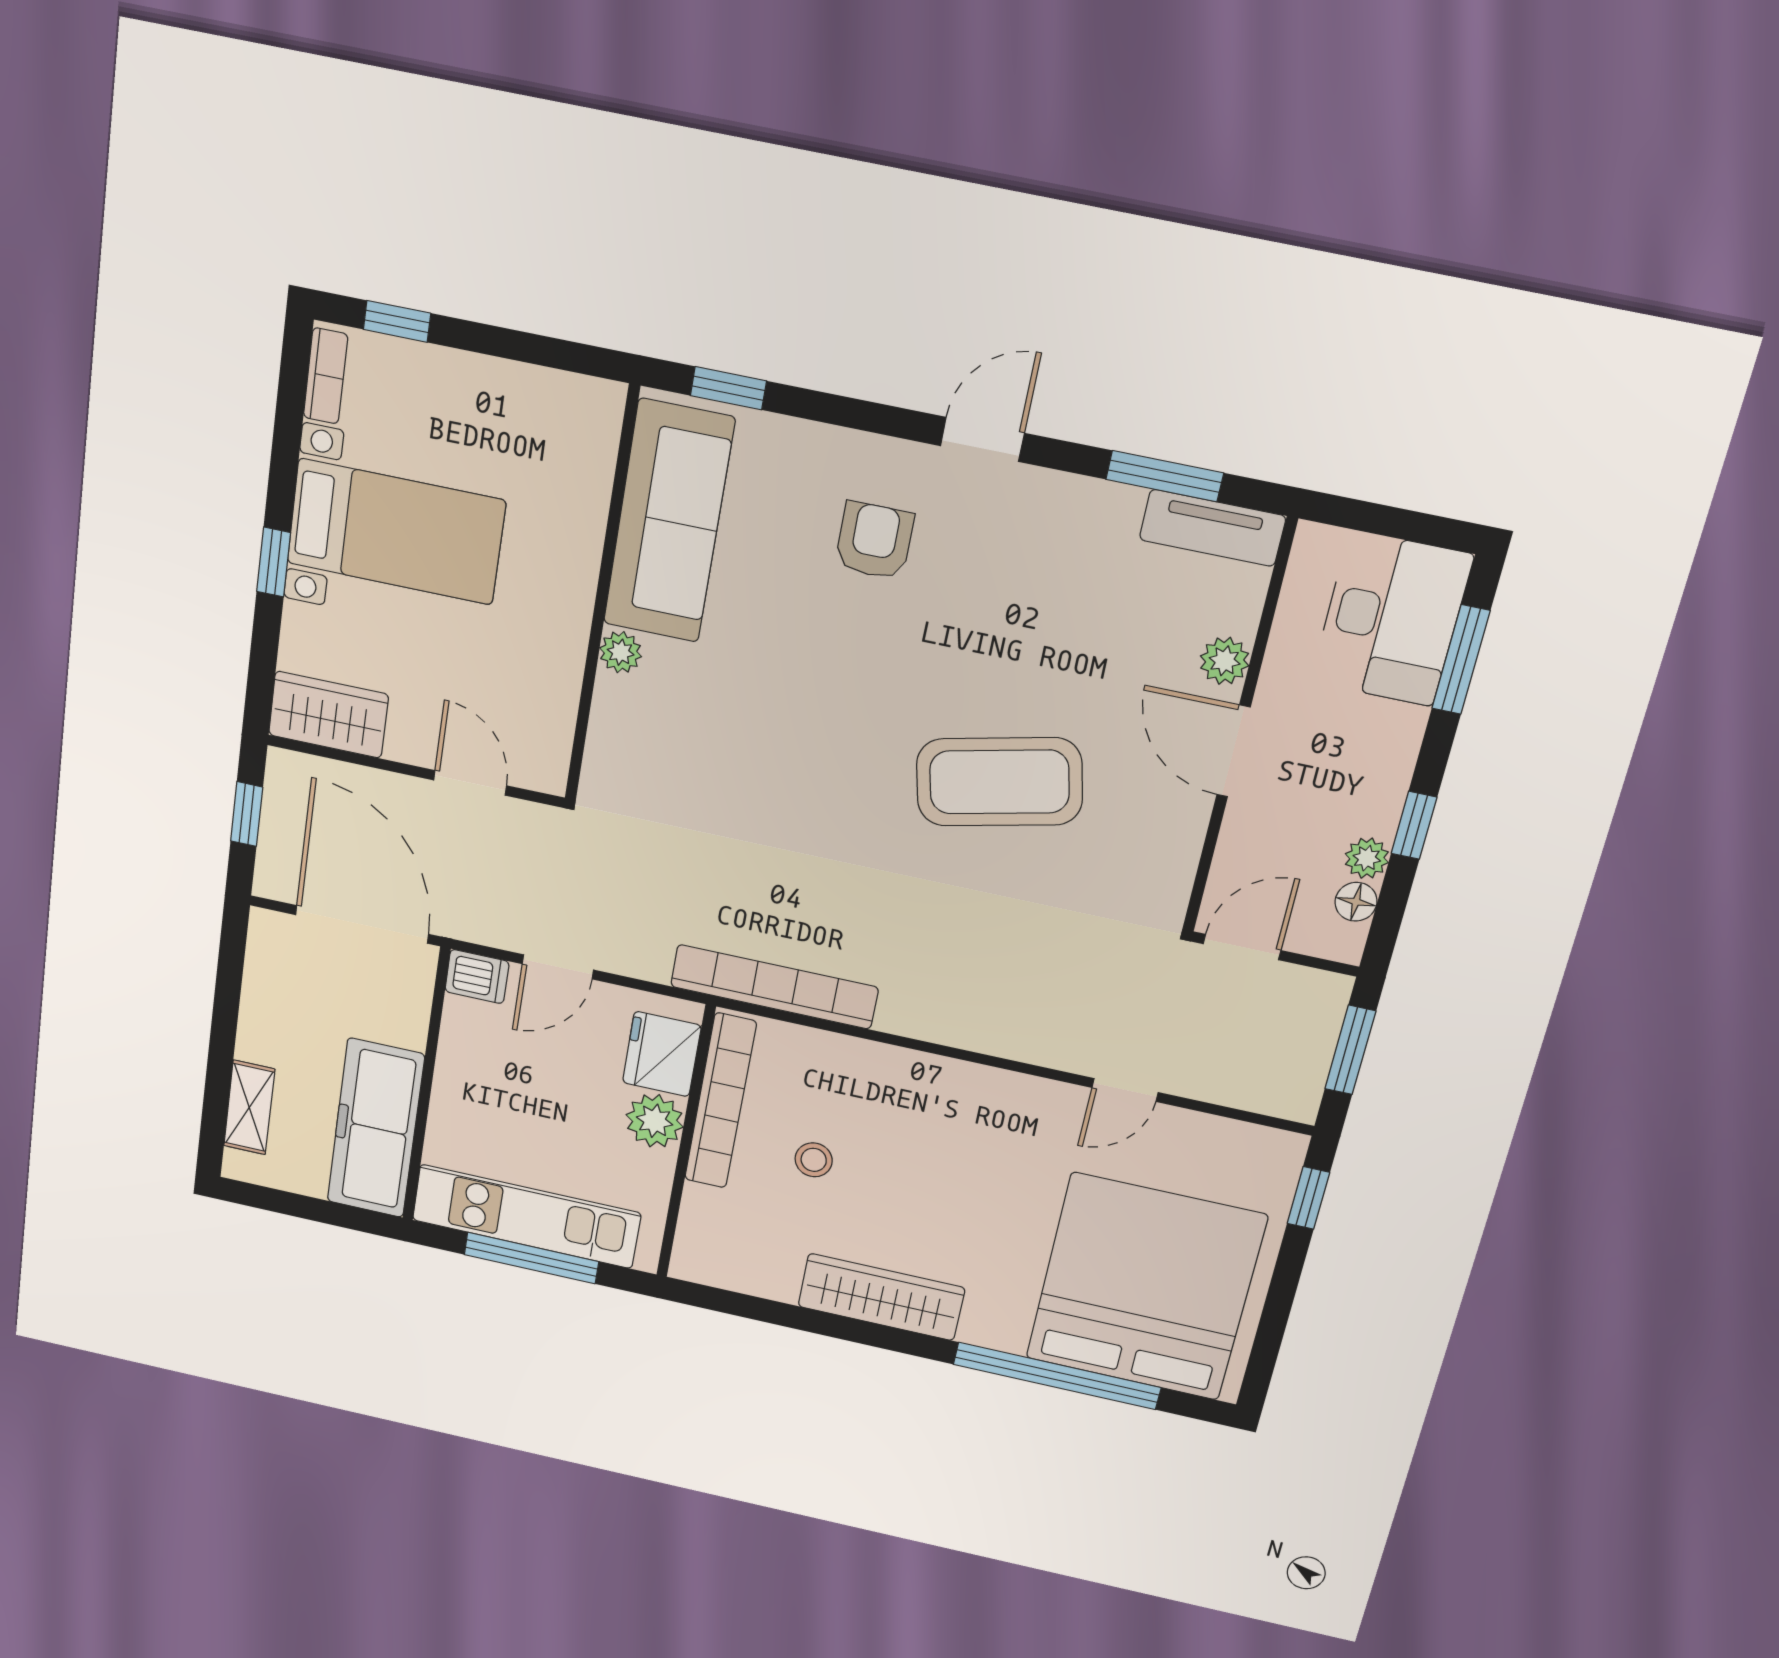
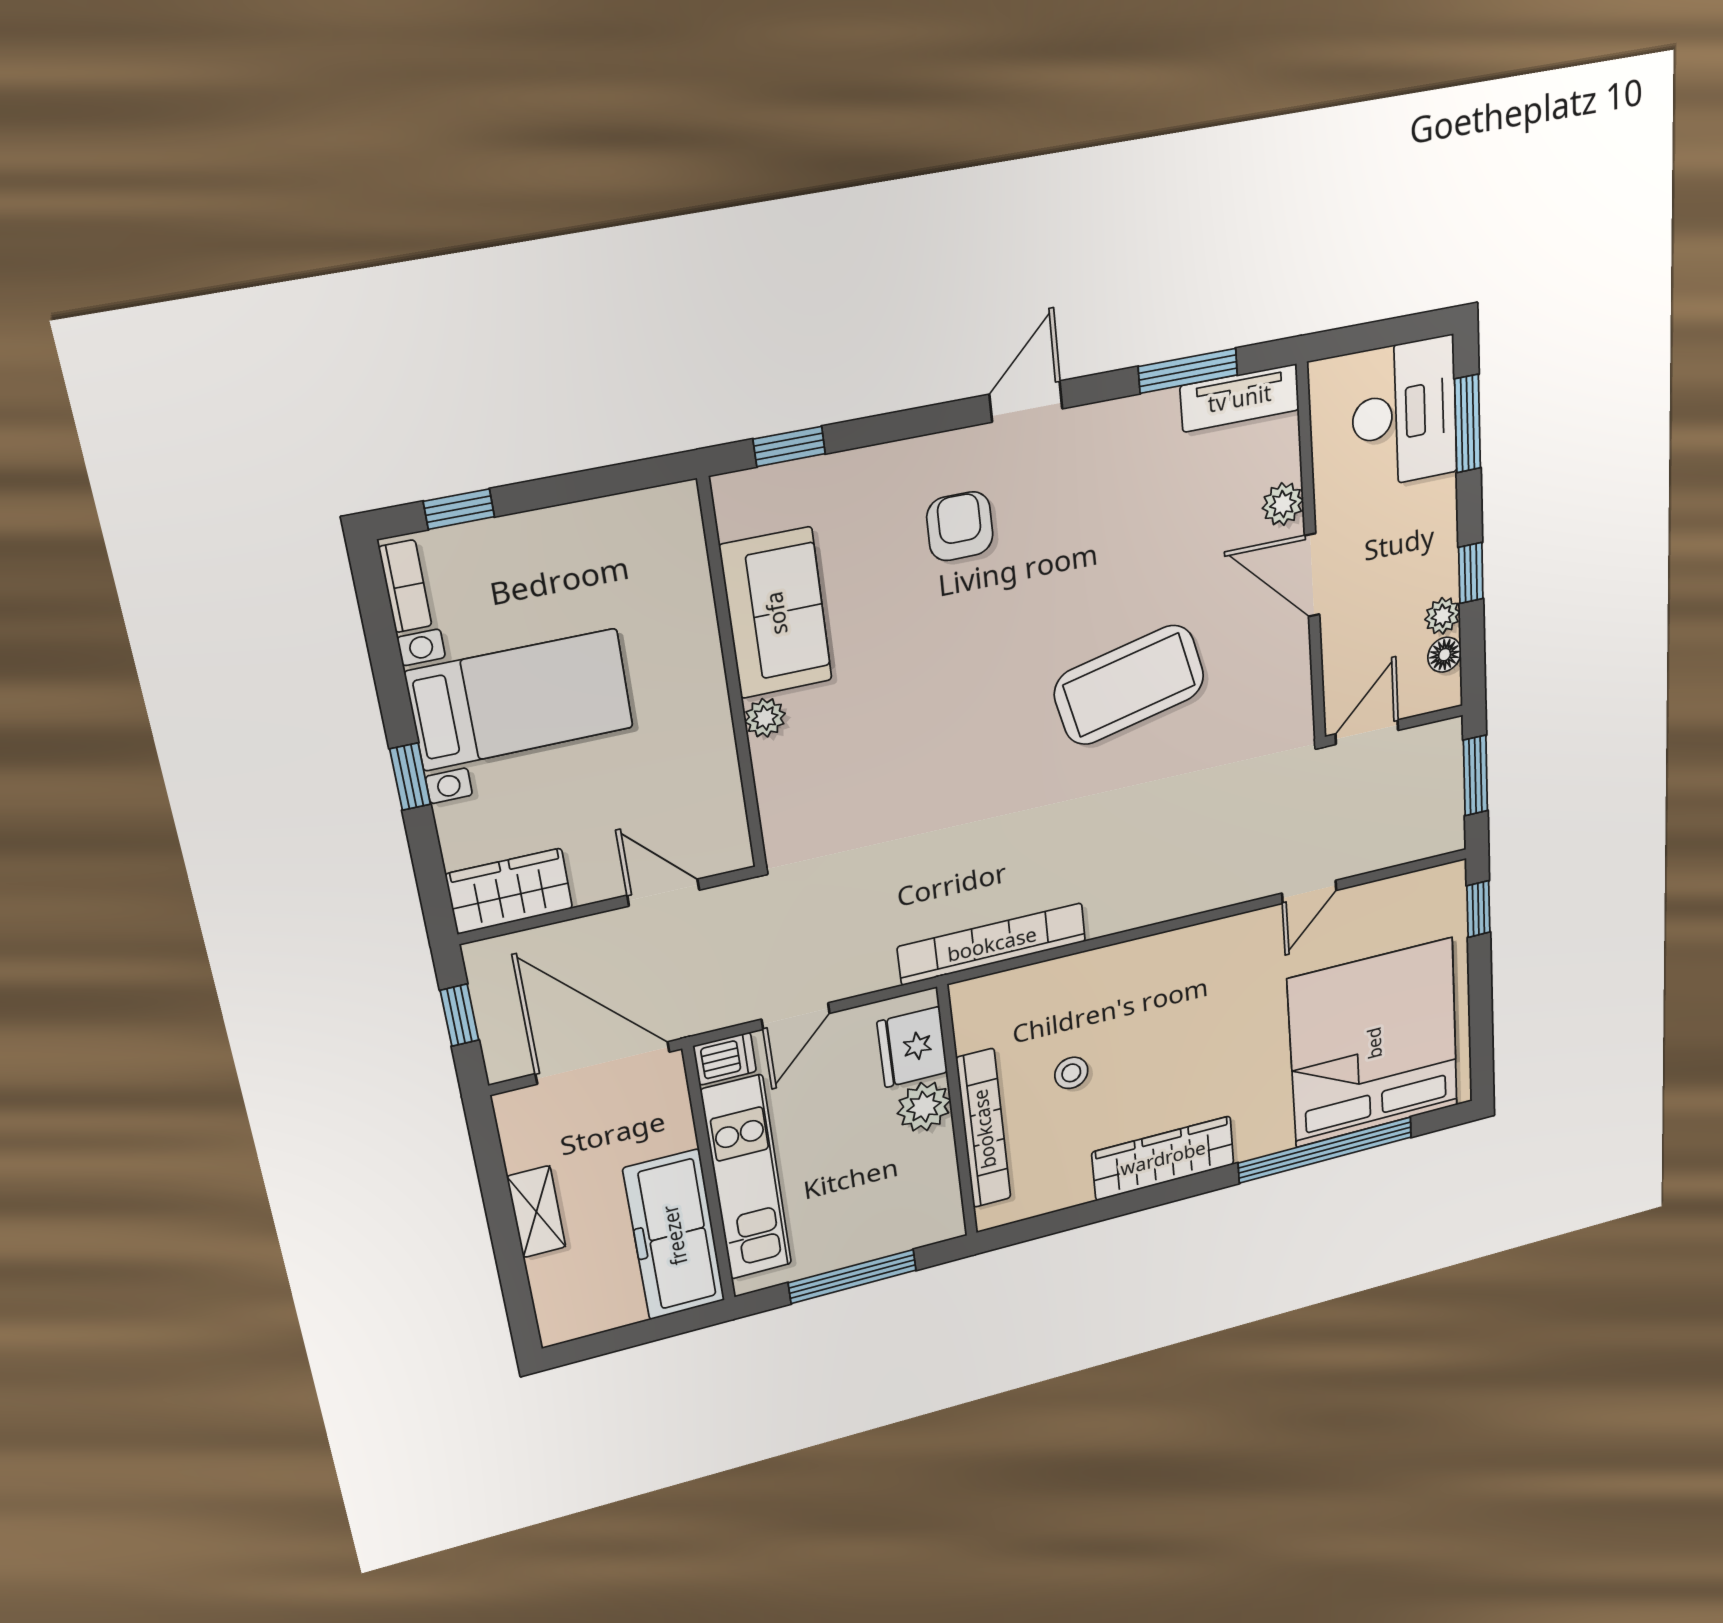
sofa: (669, 522) -> (776, 613), width x0.73
bookcase: (720, 1101) -> (984, 1129), moved
shelving: (249, 1107) -> (536, 1212), moved
kitchen unit: (526, 1216) -> (747, 1178), moved, turned 90

